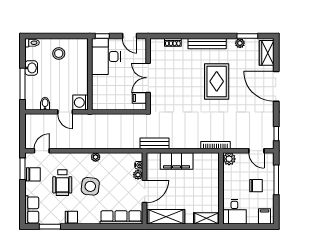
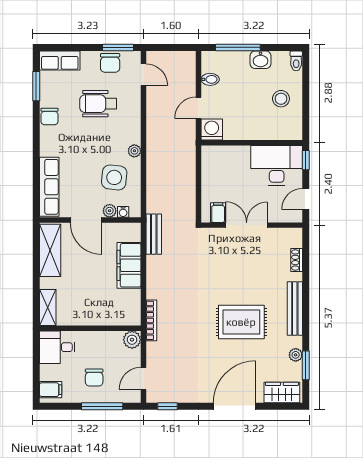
side table: (90, 186) -> (114, 177), moved

